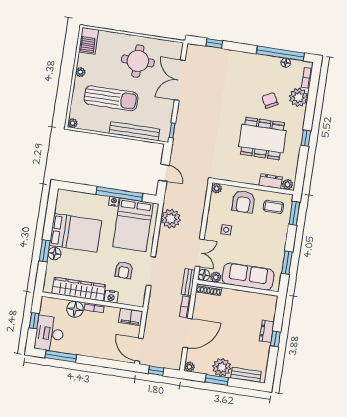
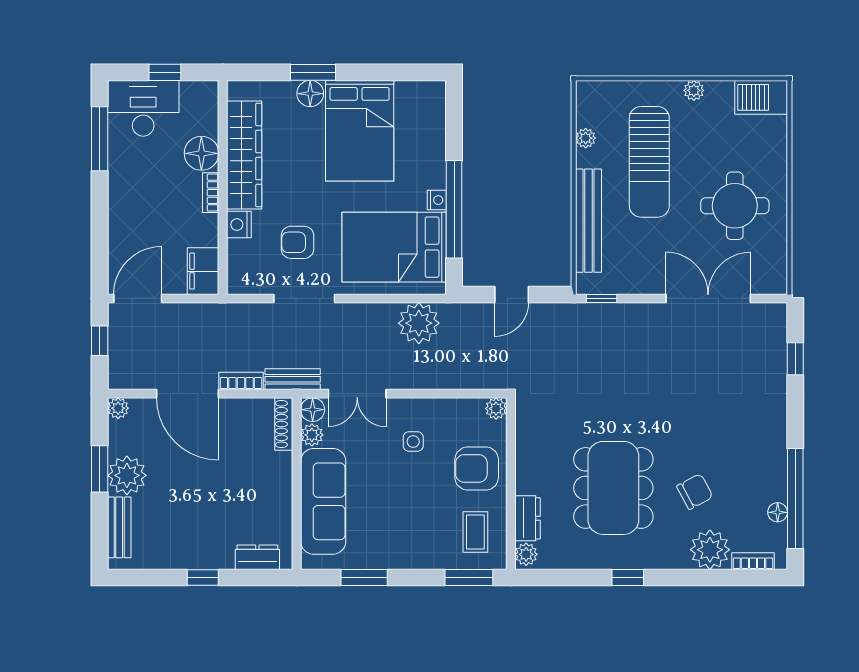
plant: (73, 123) -> (586, 138), moved
dresser: (267, 331) -> (257, 557), moved

